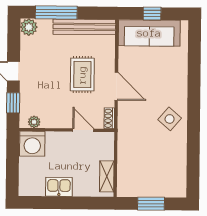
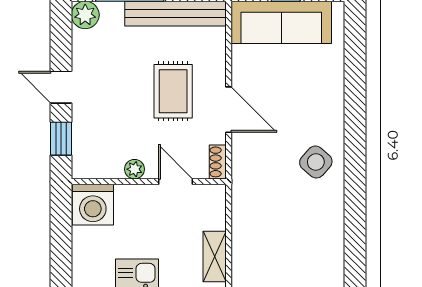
plant: (34, 122) -> (135, 169), moved

